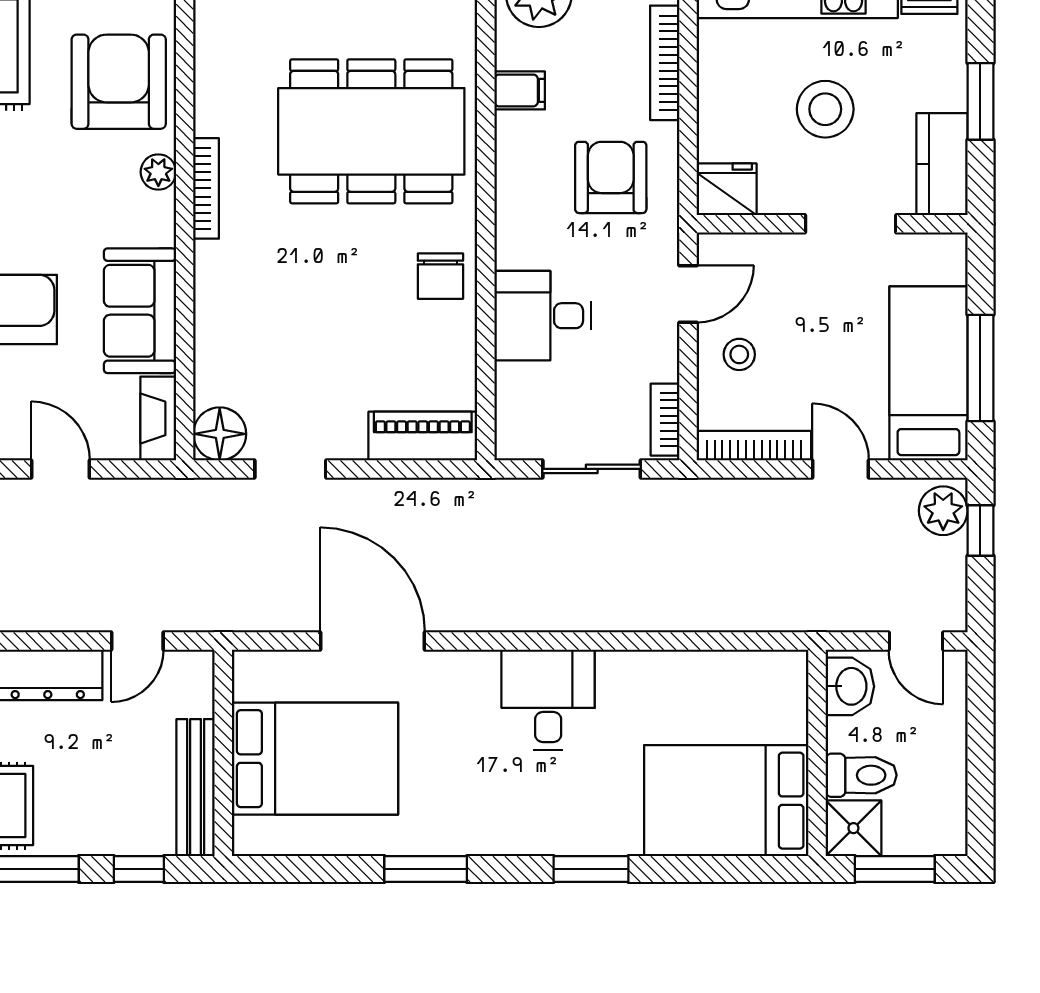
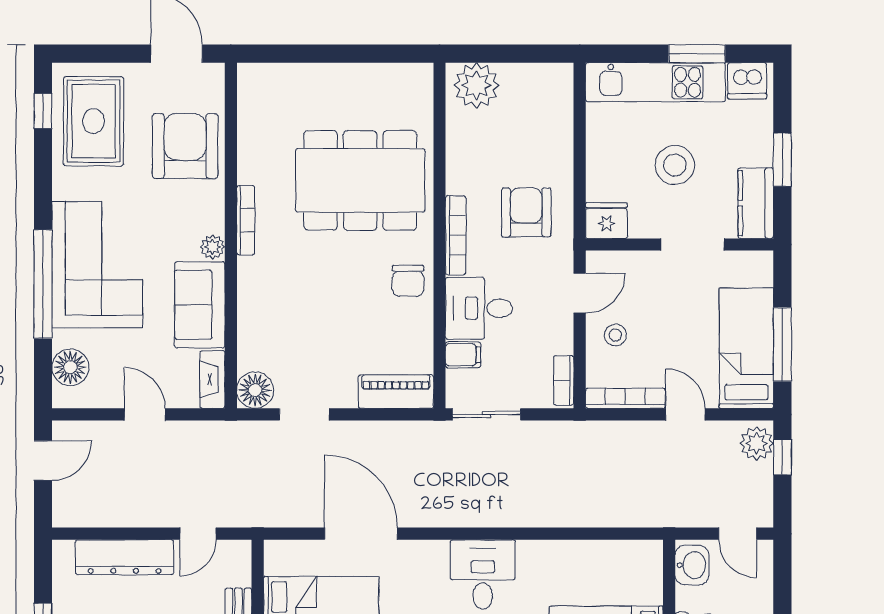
bookcase: (665, 63) -> (456, 235), moved, turned 180
filing cabinet: (520, 90) -> (463, 355), moved
plant: (158, 172) -> (213, 247), moved
sliding door: (592, 469) -> (486, 414), moved

